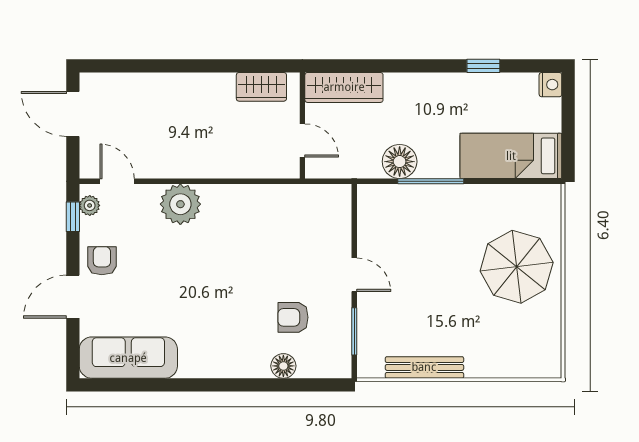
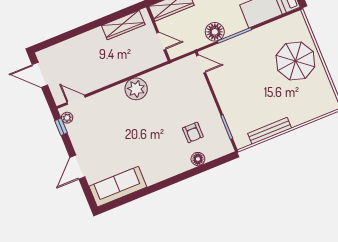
wardrobe: (261, 87) -> (123, 25), width x1.50
plant: (180, 204) -> (136, 89), moved
armchair: (102, 261) -> (85, 143), removed
door: (354, 275) -> (201, 64), moved
armchair: (293, 317) -> (193, 132), turned -90

